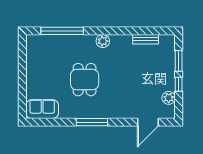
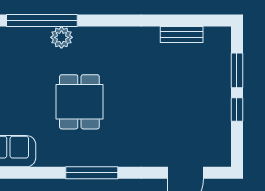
plant: (103, 41) -> (61, 37), moved
plant: (169, 98) -> (220, 132), removed

